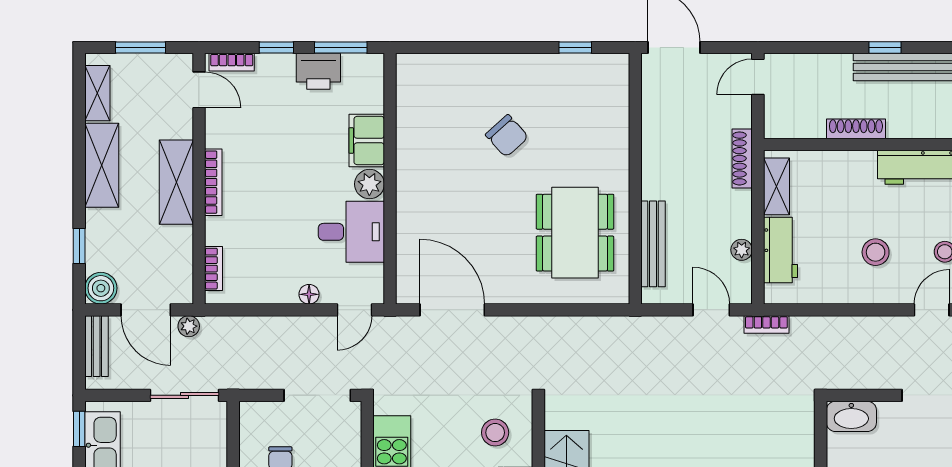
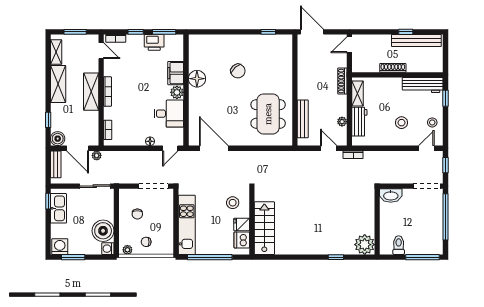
floor lamp: (415, 153) -> (197, 79), added

